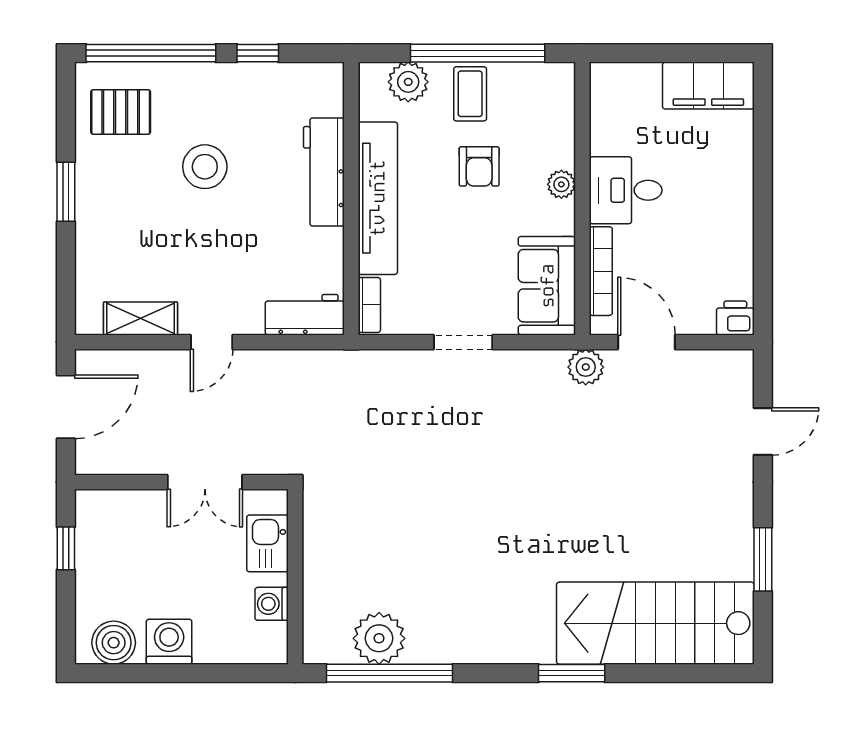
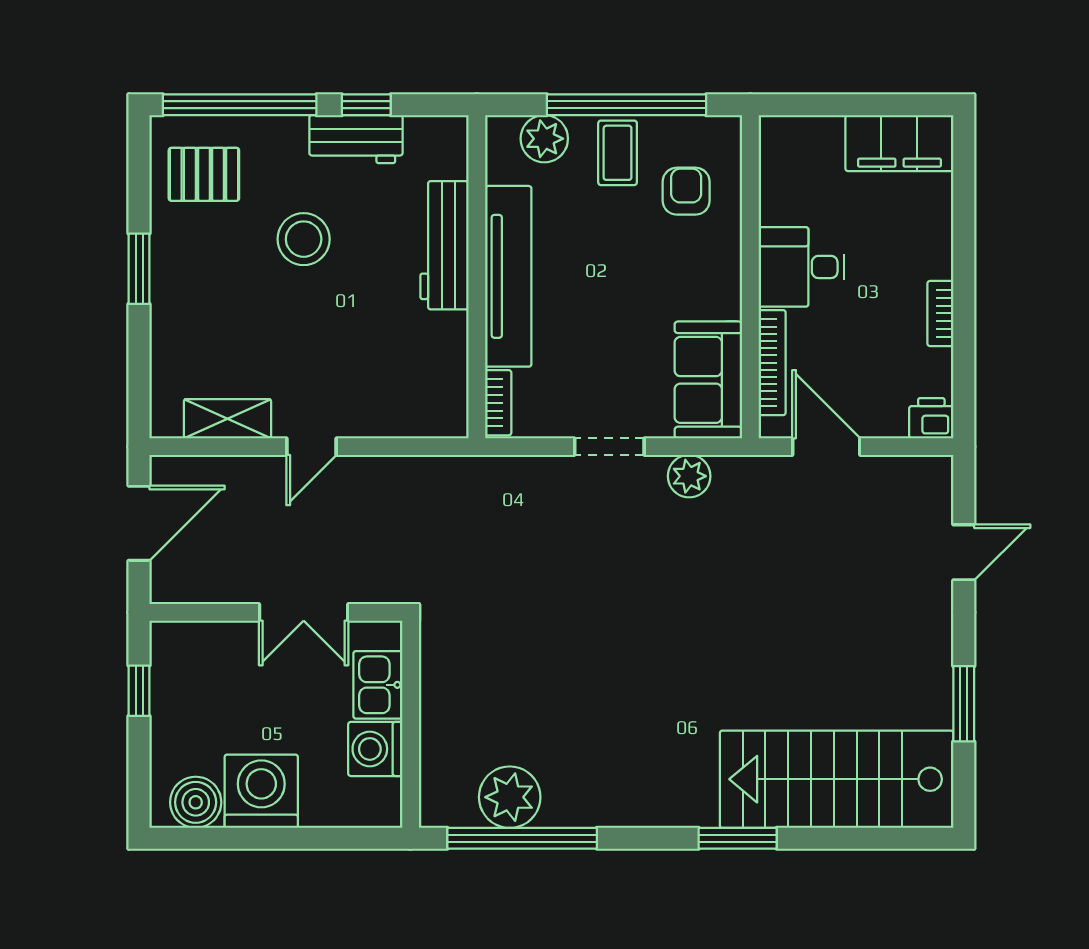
armchair: (479, 166) -> (686, 191), moved, turned 180
plant: (561, 184) -> (725, 260), removed
bookcase: (743, 230) -> (940, 313), added
workbench: (305, 315) -> (356, 139), moved, turned 180
plant: (586, 367) -> (689, 476), moved
washing machine: (272, 604) -> (375, 749), width x1.38, depth x1.38
washing machine: (169, 642) -> (261, 791), width x1.37, depth x1.37

